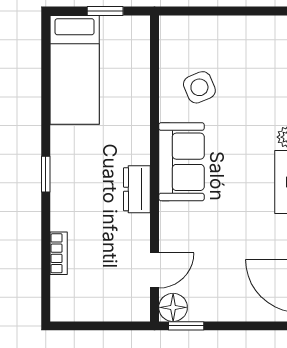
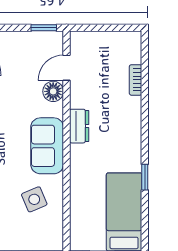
window: (46, 174) -> (145, 177), moved
floor lamp: (173, 307) -> (53, 91), moved

